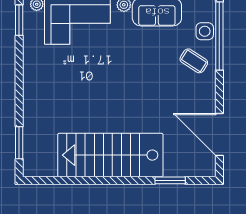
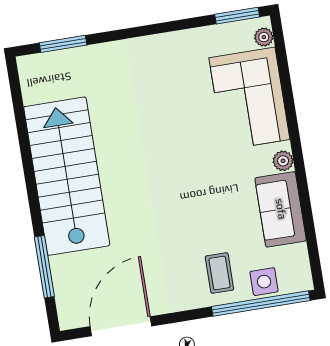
coffee table: (194, 61) -> (219, 273), turned -33
window: (170, 180) -> (44, 267), width x1.44

